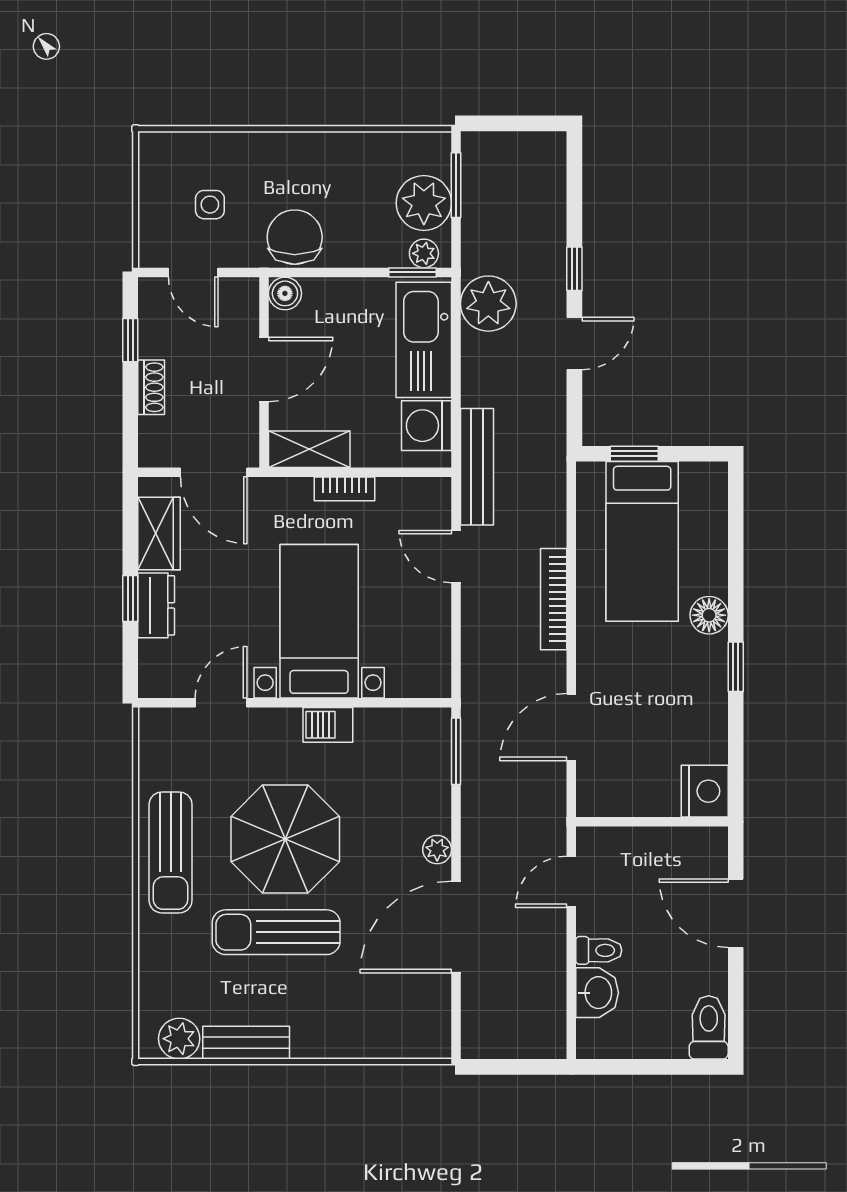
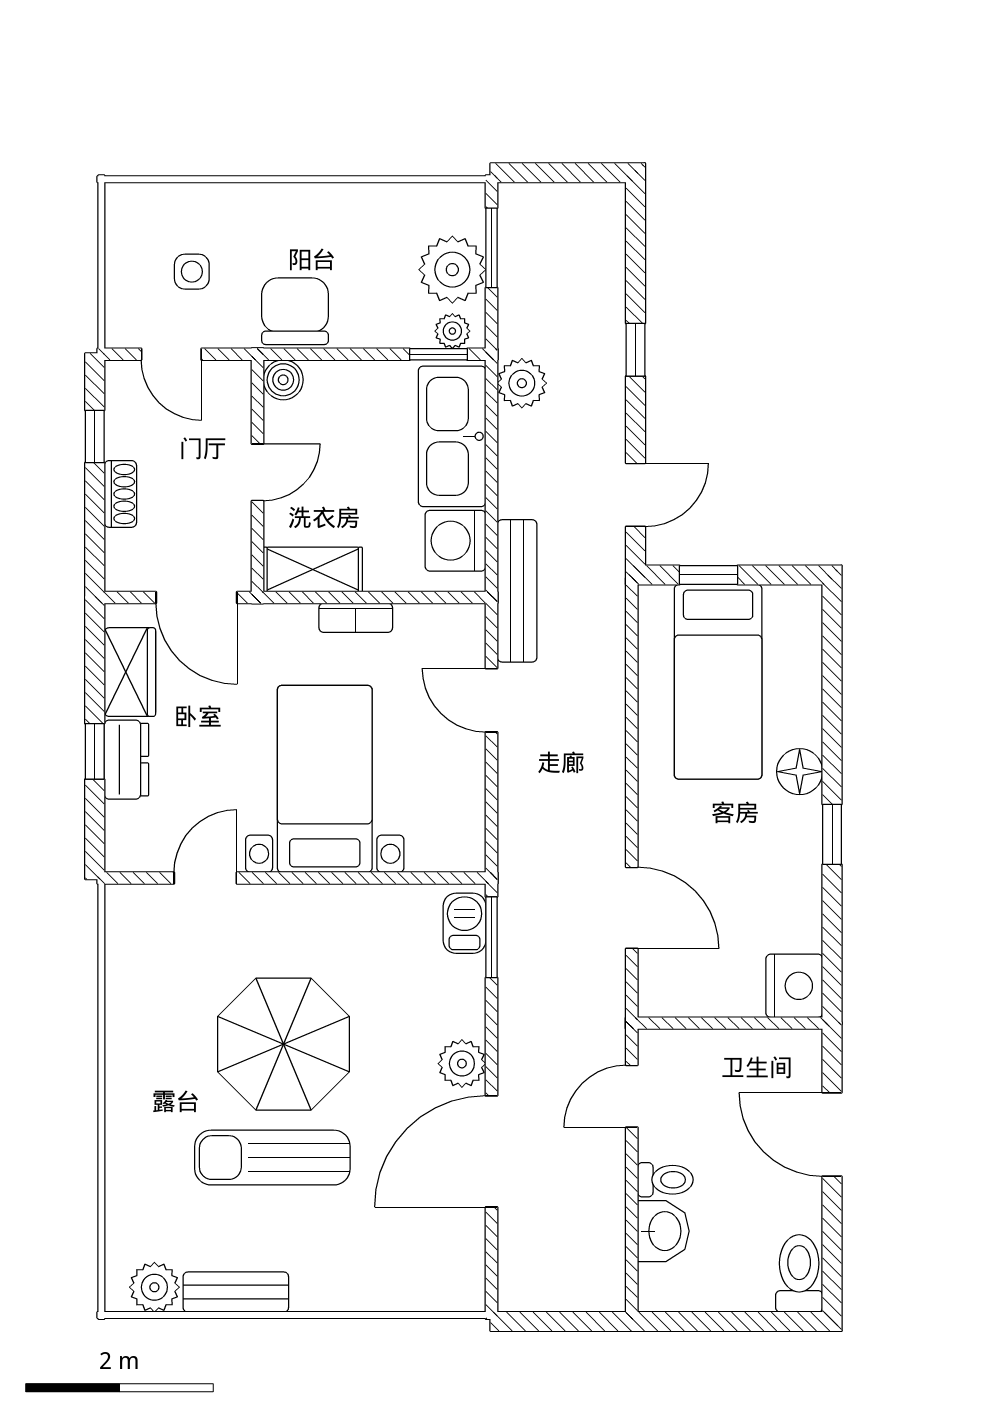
plant: (488, 304) -> (522, 383), width x0.73, depth x0.73
door: (574, 343) -> (636, 495), moved
door: (264, 369) -> (258, 472), width x0.73
bookcase: (554, 599) -> (610, 752), removed
barbecue: (328, 725) -> (465, 923), moved, turned 90
door: (571, 727) -> (632, 908), swing flipped
plant: (437, 850) -> (462, 1064), width x1.38, depth x1.38
sun lounger: (171, 852) -> (144, 1060), removed

